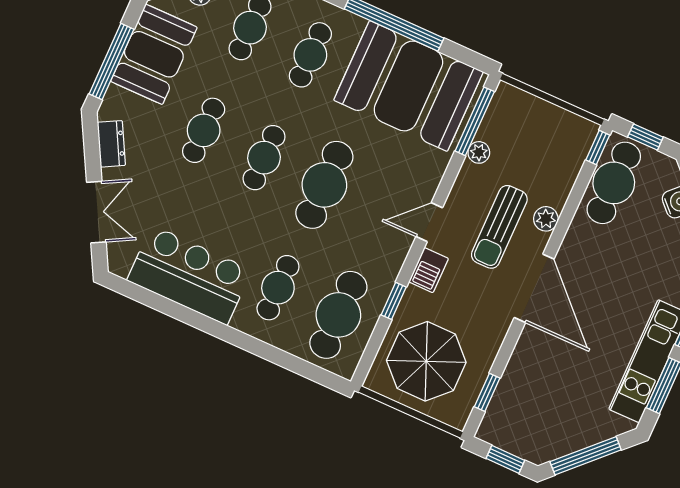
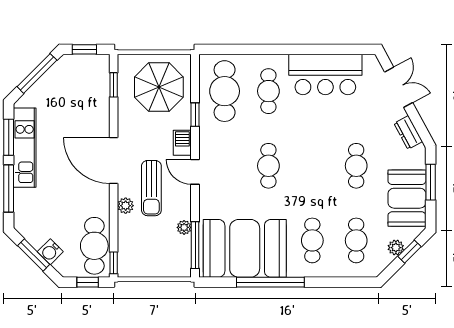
window: (111, 62) -> (431, 182), width x0.69
cafe table: (264, 158) -> (312, 166), removed
cafe table: (324, 185) -> (268, 166), width x0.73, depth x0.74
double door: (96, 212) -> (399, 87), swing flipped
door: (429, 222) -> (195, 172), swing flipped
sun lounger: (499, 227) -> (151, 188), turned 180

